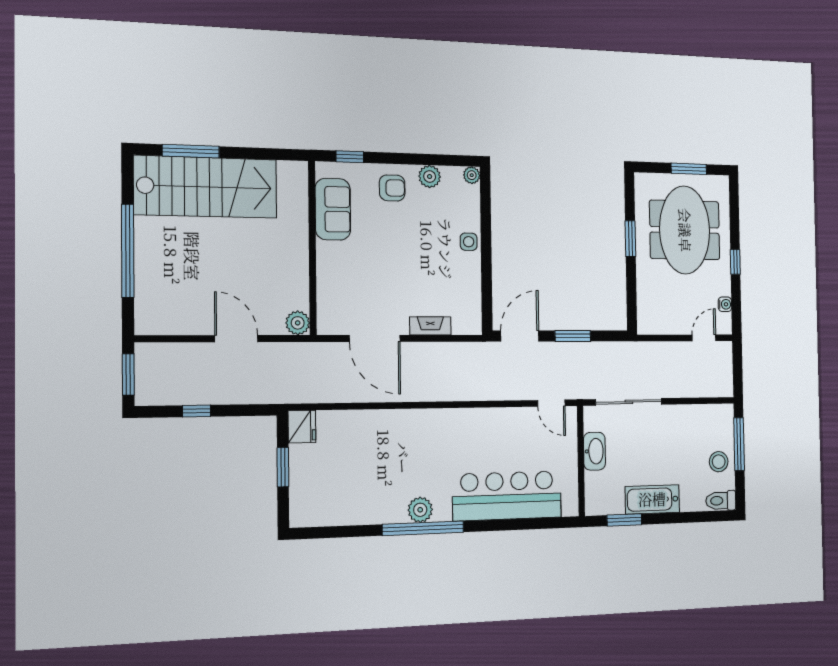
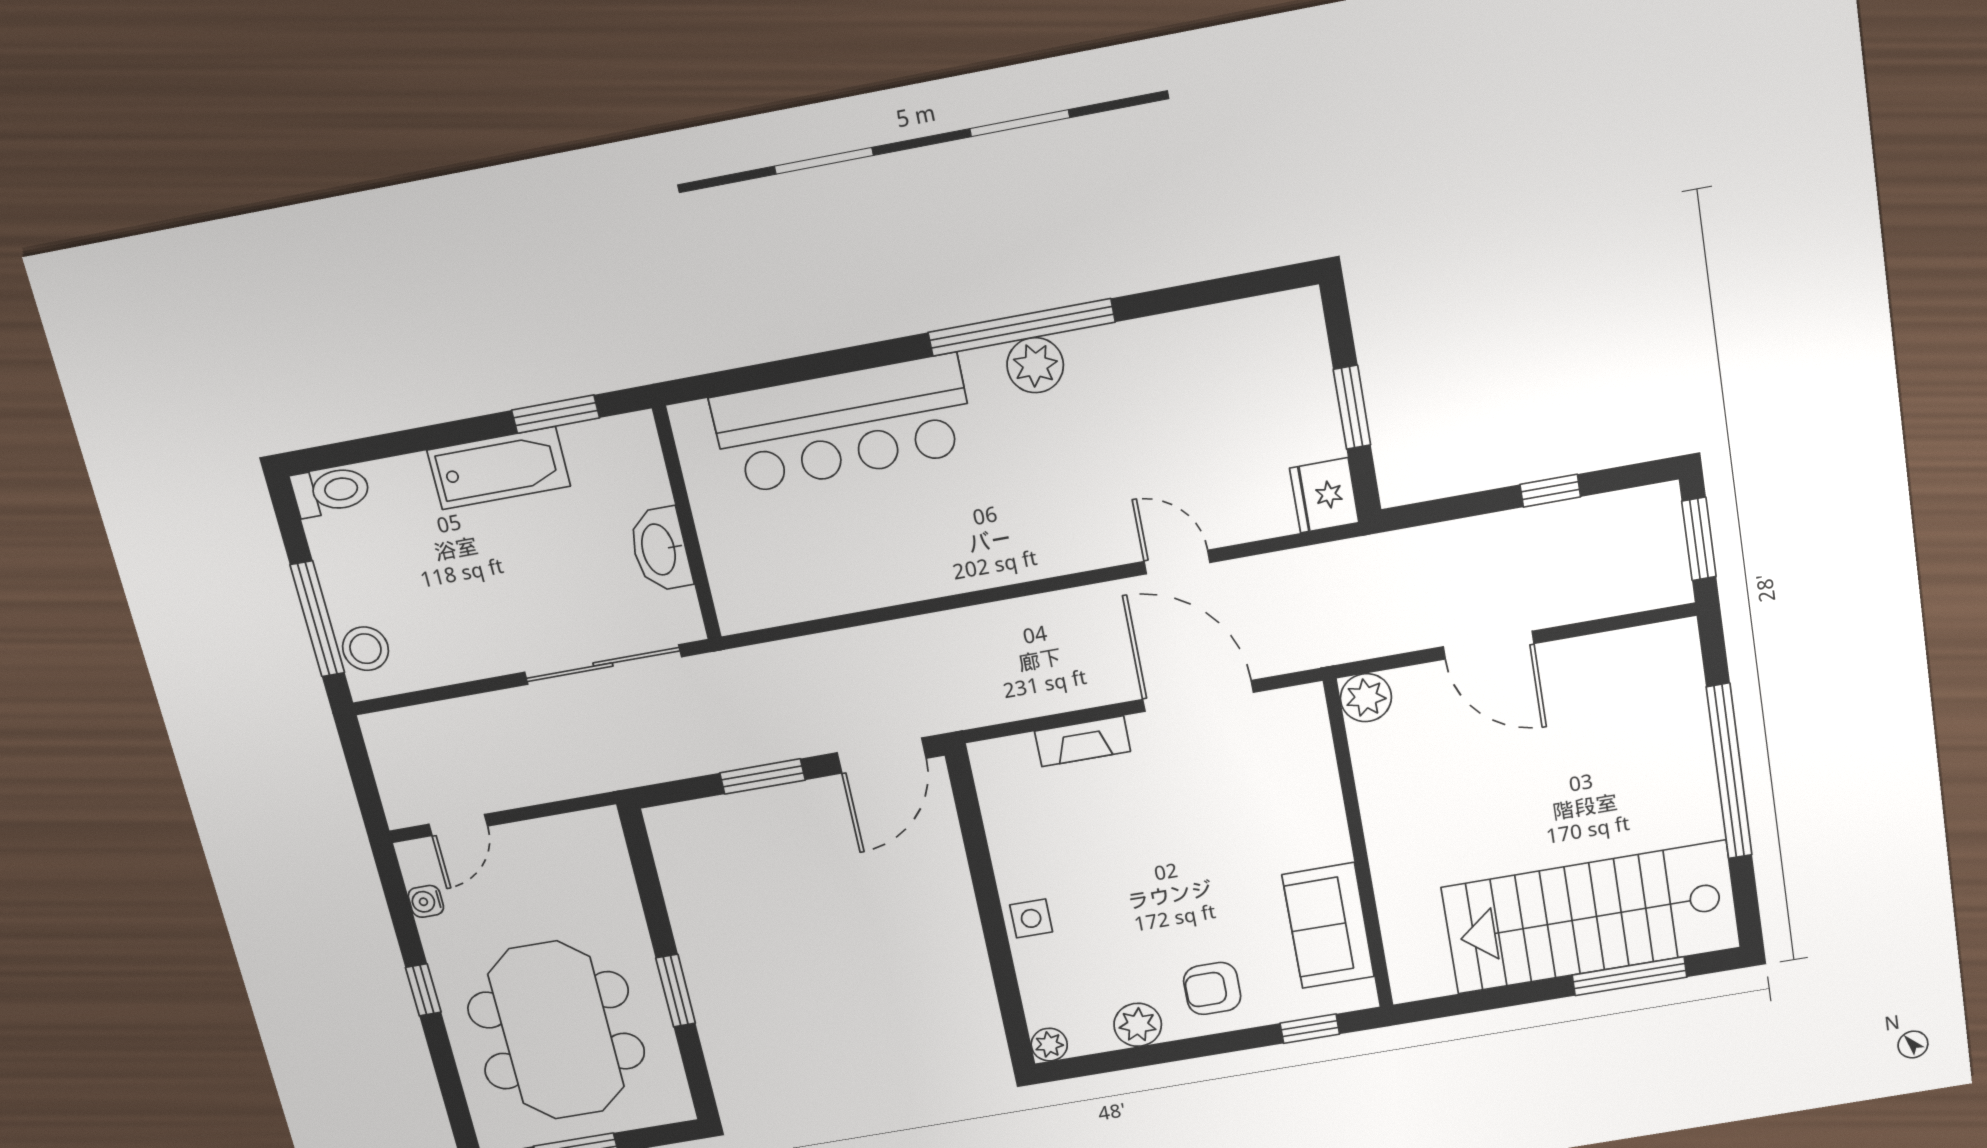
door: (551, 403) -> (1177, 562), moved
stool: (719, 462) -> (365, 649), moved

